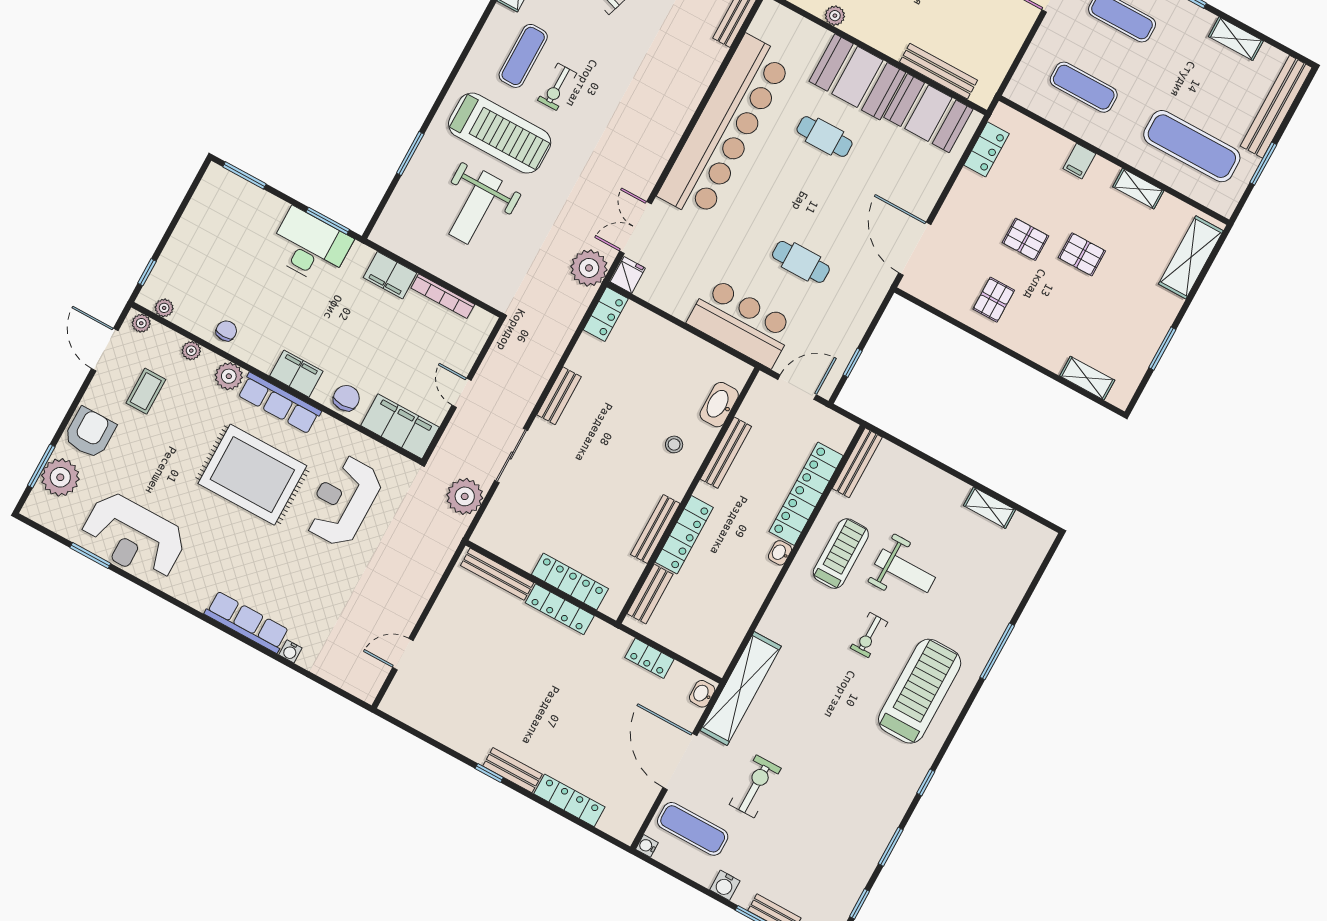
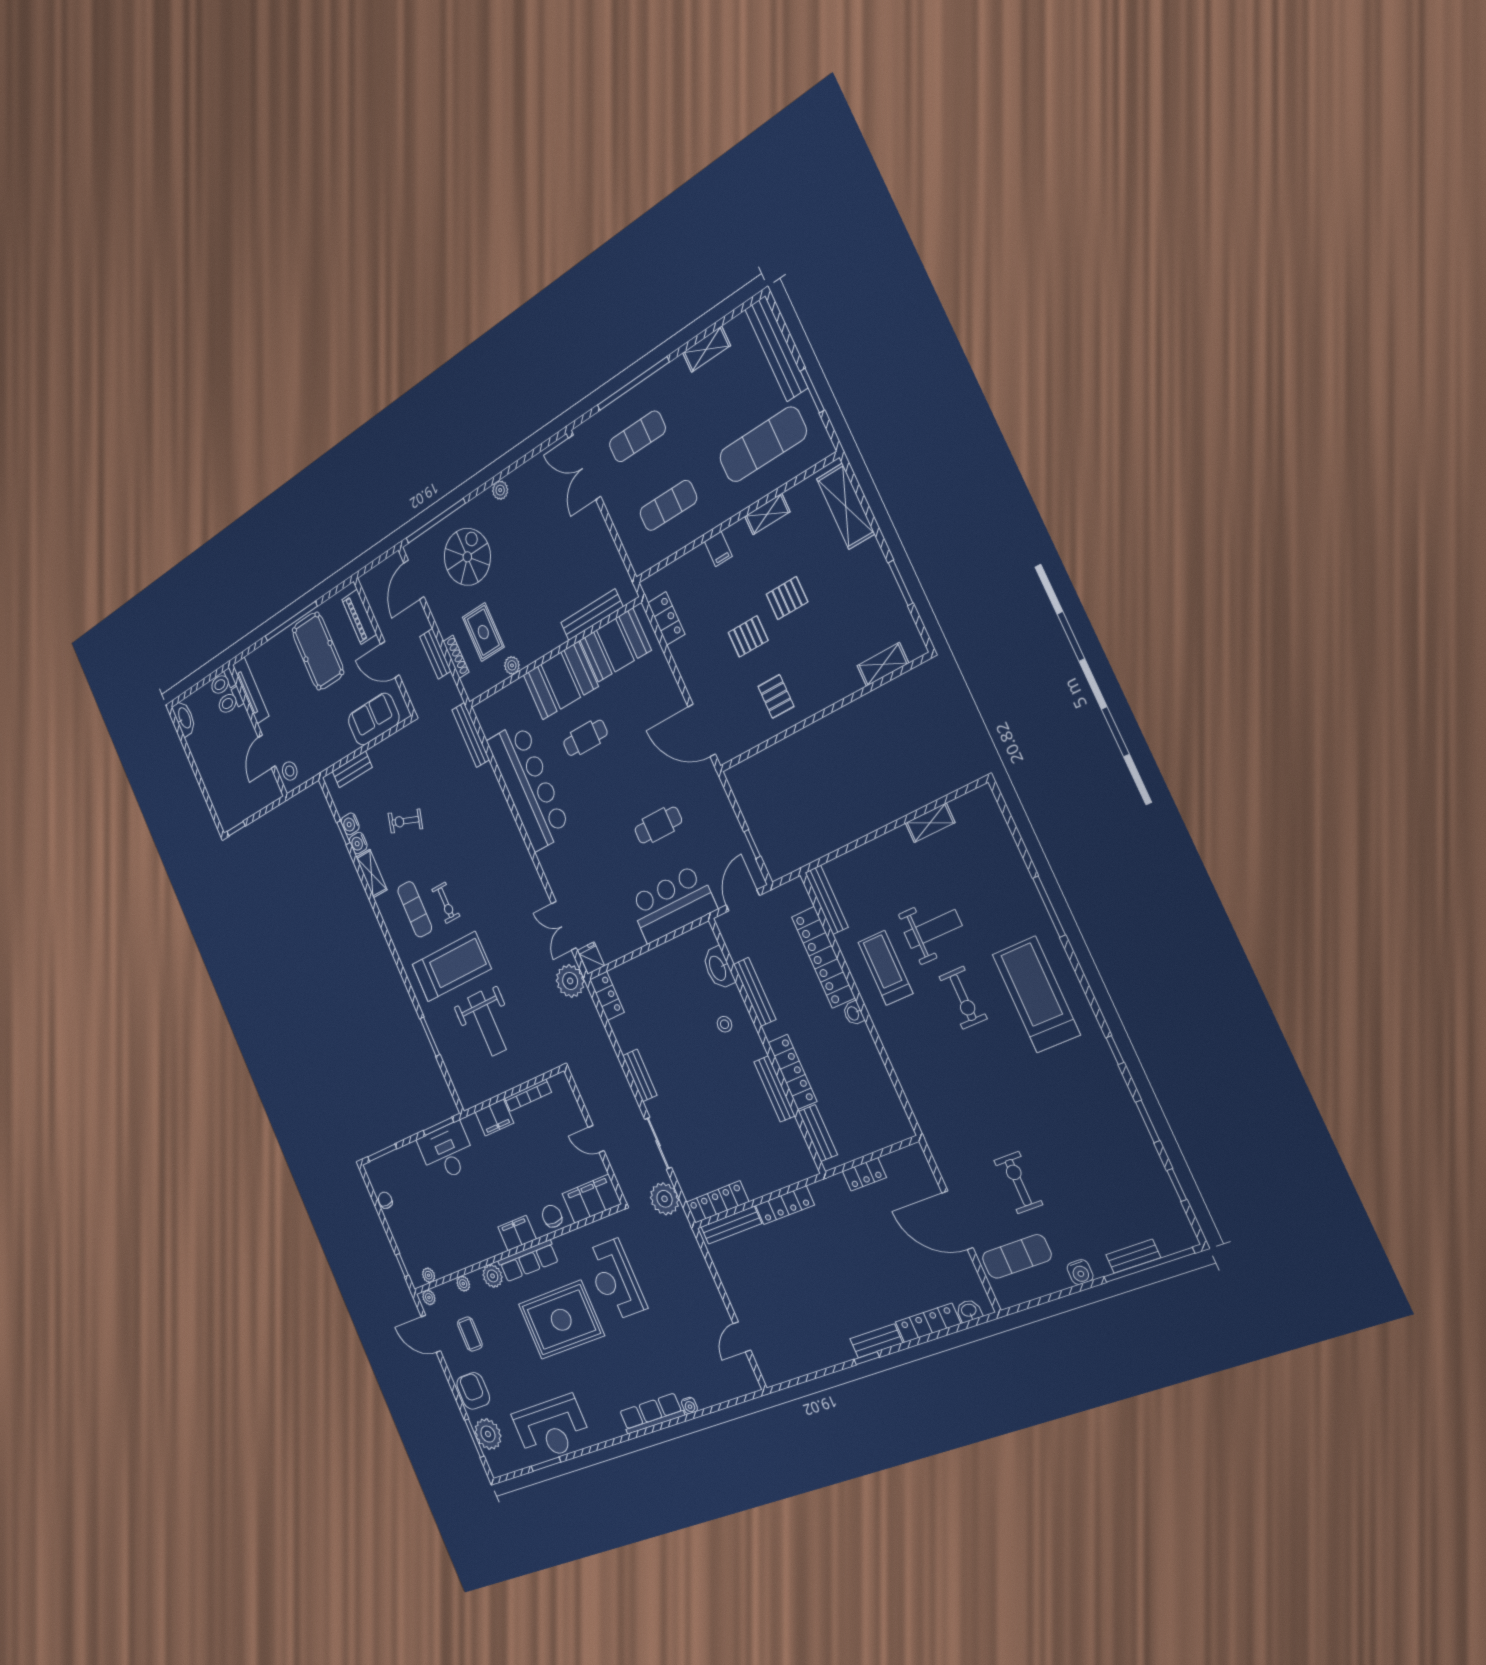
bar counter: (725, 128) -> (529, 786), width x0.73
chair: (226, 331) -> (385, 1200), moved
locker: (570, 582) -> (717, 1202), moved
exercise bike: (869, 635) -> (963, 998), width x1.38, depth x1.39
shelving: (741, 688) -> (934, 1128), removed
washbasin: (702, 694) -> (969, 1311), moved, turned 90
water cooler: (647, 846) -> (1005, 1300), removed

